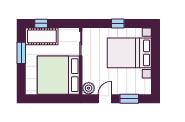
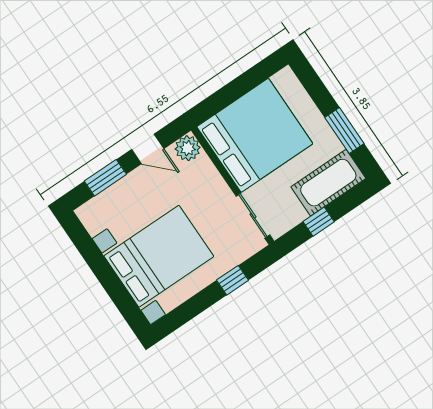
window: (41, 23) -> (319, 222), moved
window: (118, 23) -> (232, 280), moved
door: (105, 99) -> (148, 149), hinge flipped

